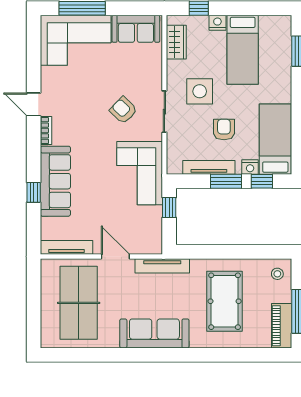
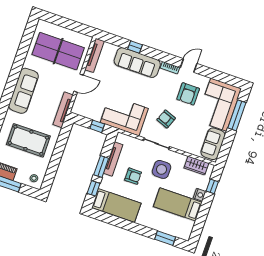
armchair: (75, 91) -> (188, 94), added
armchair: (123, 110) -> (166, 119), turned -113
nightstand: (250, 167) -> (105, 184), removed

